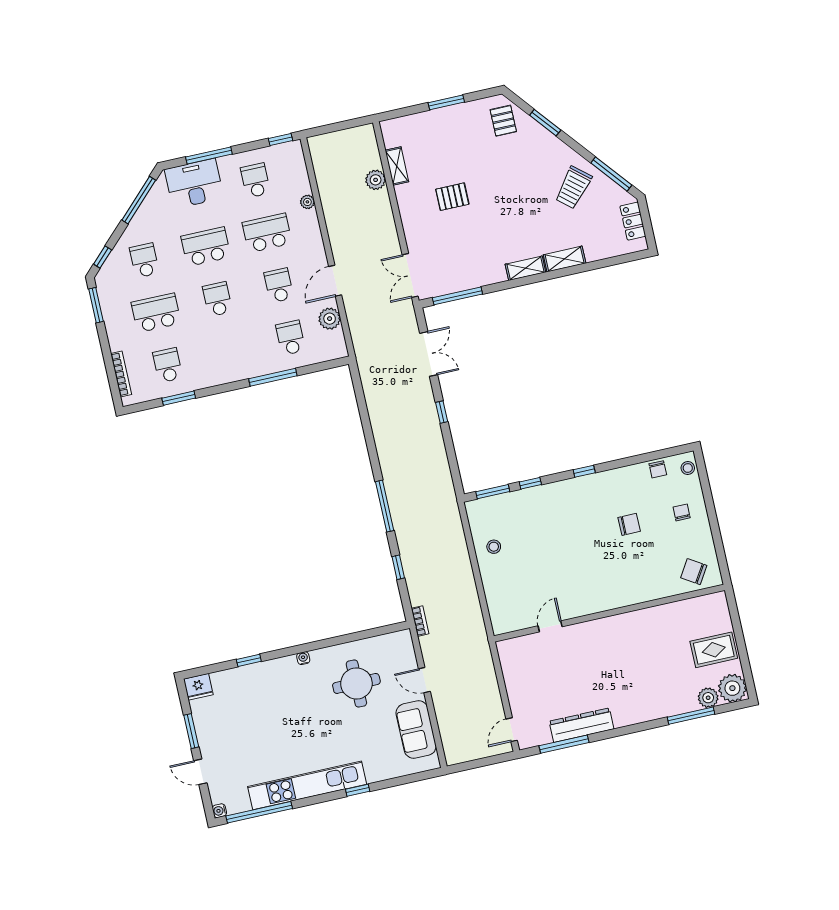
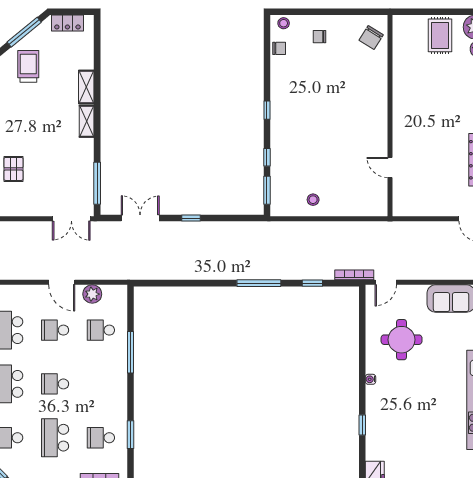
trolley: (573, 187) -> (28, 66), turned -130
chair: (629, 524) -> (320, 83), removed
bookcase: (420, 621) -> (354, 275), width x1.56
door: (424, 680) -> (386, 282), moved

